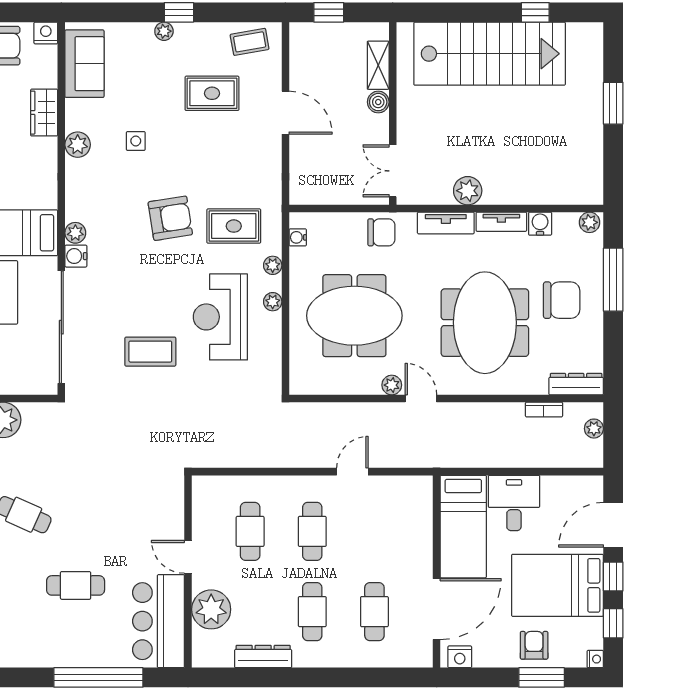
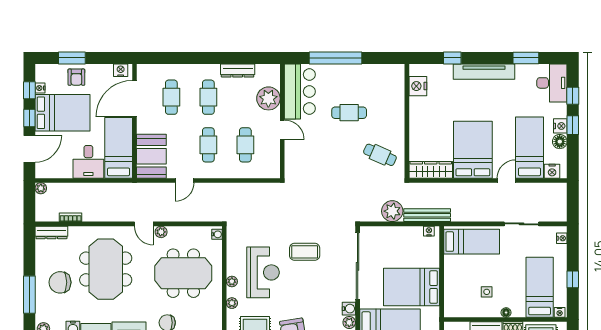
water cooler: (298, 237) -> (217, 234), moved
plant: (594, 429) -> (41, 188), moved
booth: (408, 512) -> (151, 156), added
nightstand: (595, 659) -> (40, 88), moved

